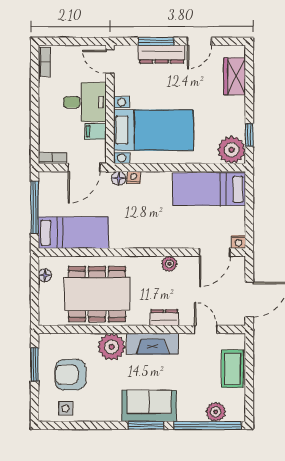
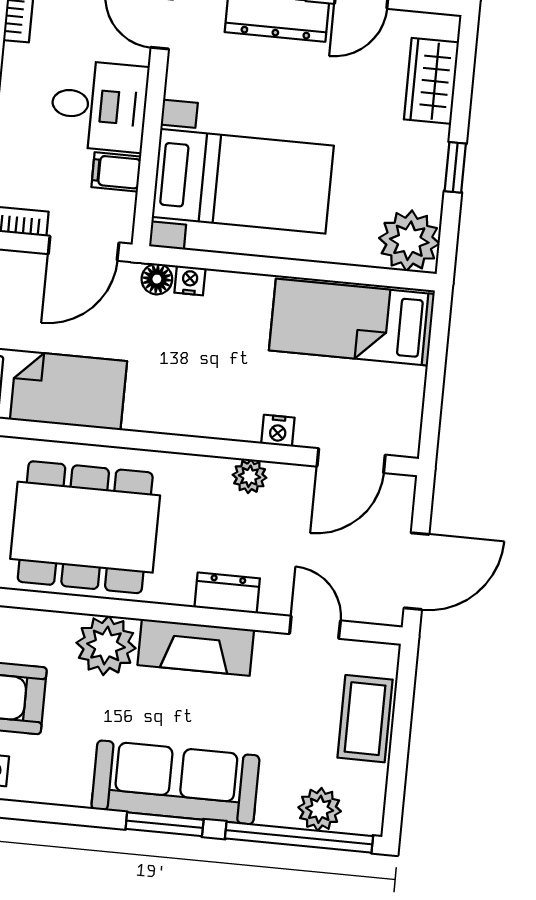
window: (249, 135) -> (455, 167), moved
nightstand: (238, 242) -> (278, 431), moved
sofa: (149, 406) -> (175, 782), width x1.36

